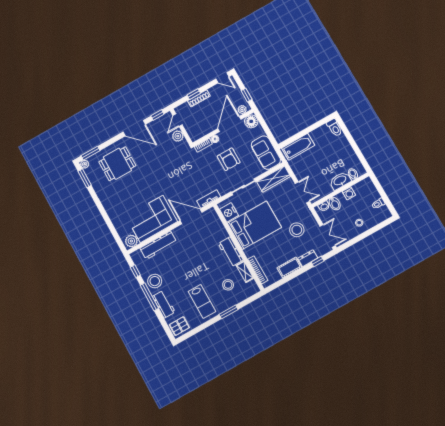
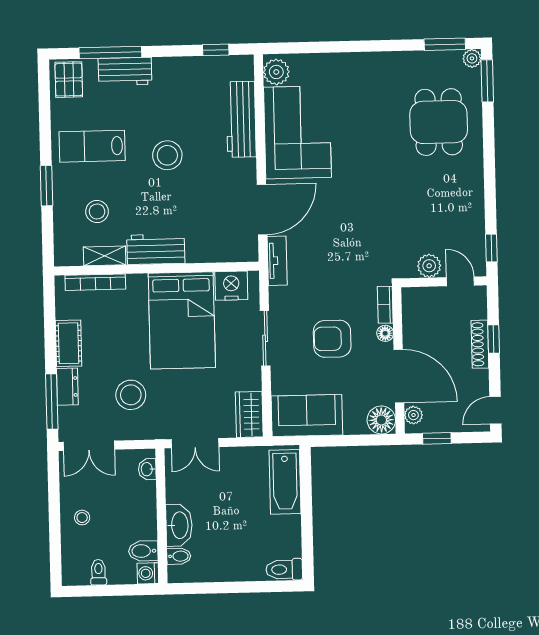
door: (134, 128) -> (490, 190), removed
wardrobe: (274, 179) -> (249, 414), width x0.67
washing machine: (349, 193) -> (148, 573), moved
bidet: (335, 204) -> (143, 551), moved
window: (318, 261) -> (52, 402), width x2.17
stool: (155, 281) -> (167, 155), moved
window: (149, 297) -> (110, 52), moved

